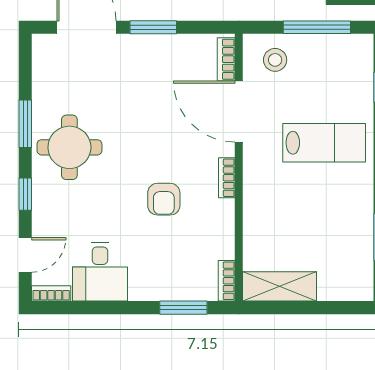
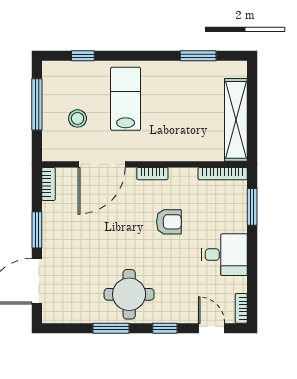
bookcase: (226, 59) -> (49, 184), moved, turned -90
stool: (275, 60) -> (78, 118), moved
desk: (100, 272) -> (225, 255), moved
bookcase: (227, 281) -> (223, 174), width x1.56
shelving: (279, 286) -> (236, 120), width x1.47

